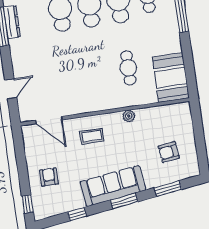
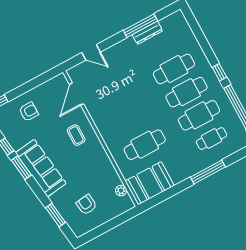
cafe table: (128, 68) -> (145, 145), width x1.37, depth x1.35
plant: (129, 116) -> (121, 191), moved
window: (124, 201) -> (21, 168), moved

